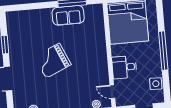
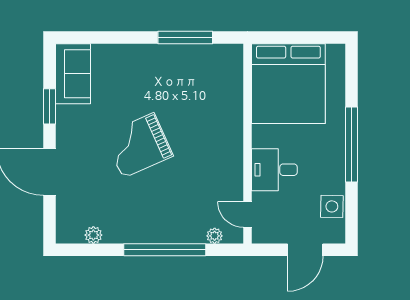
sofa: (68, 15) -> (73, 74), moved, turned -90

